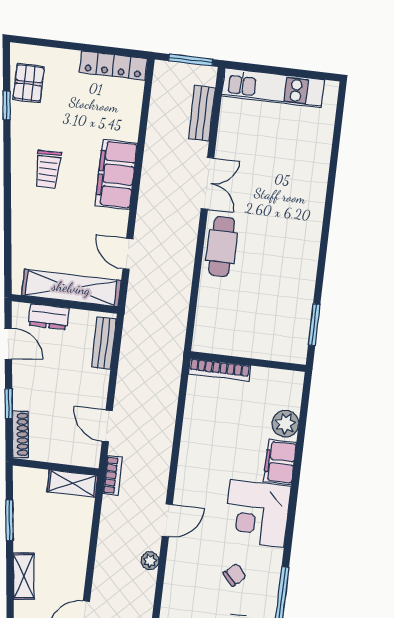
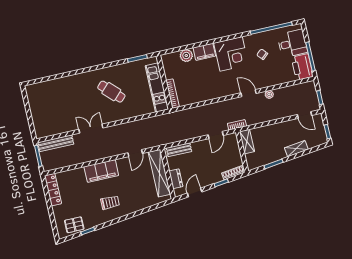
kitchen unit: (273, 88) -> (157, 87), moved, turned 180
bench: (202, 113) -> (56, 143), width x1.36
cafe table: (222, 246) -> (111, 92), moved, turned 45

